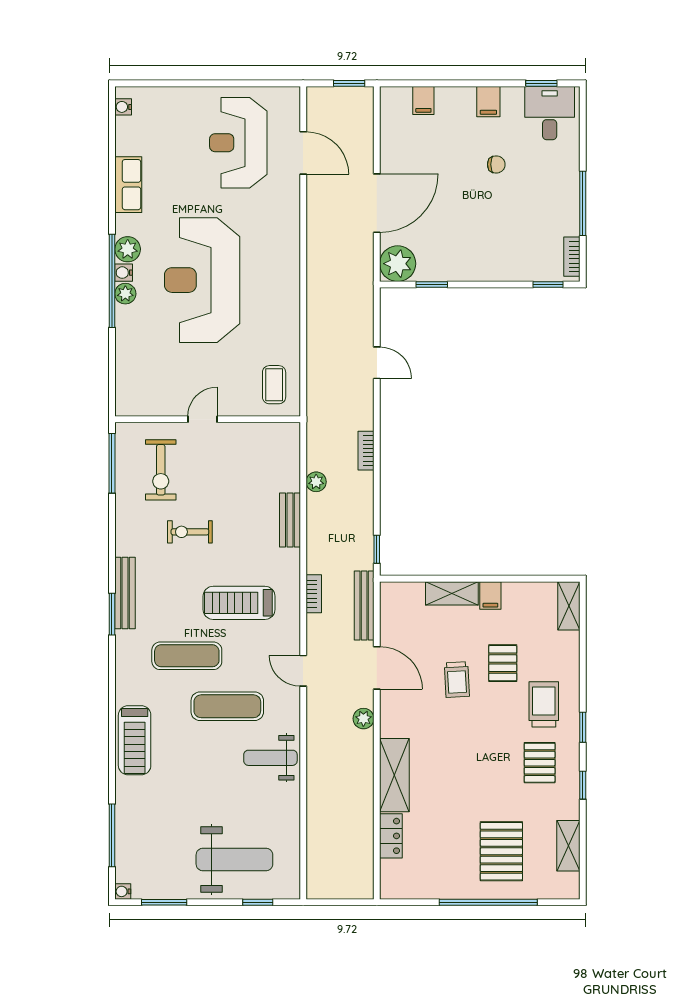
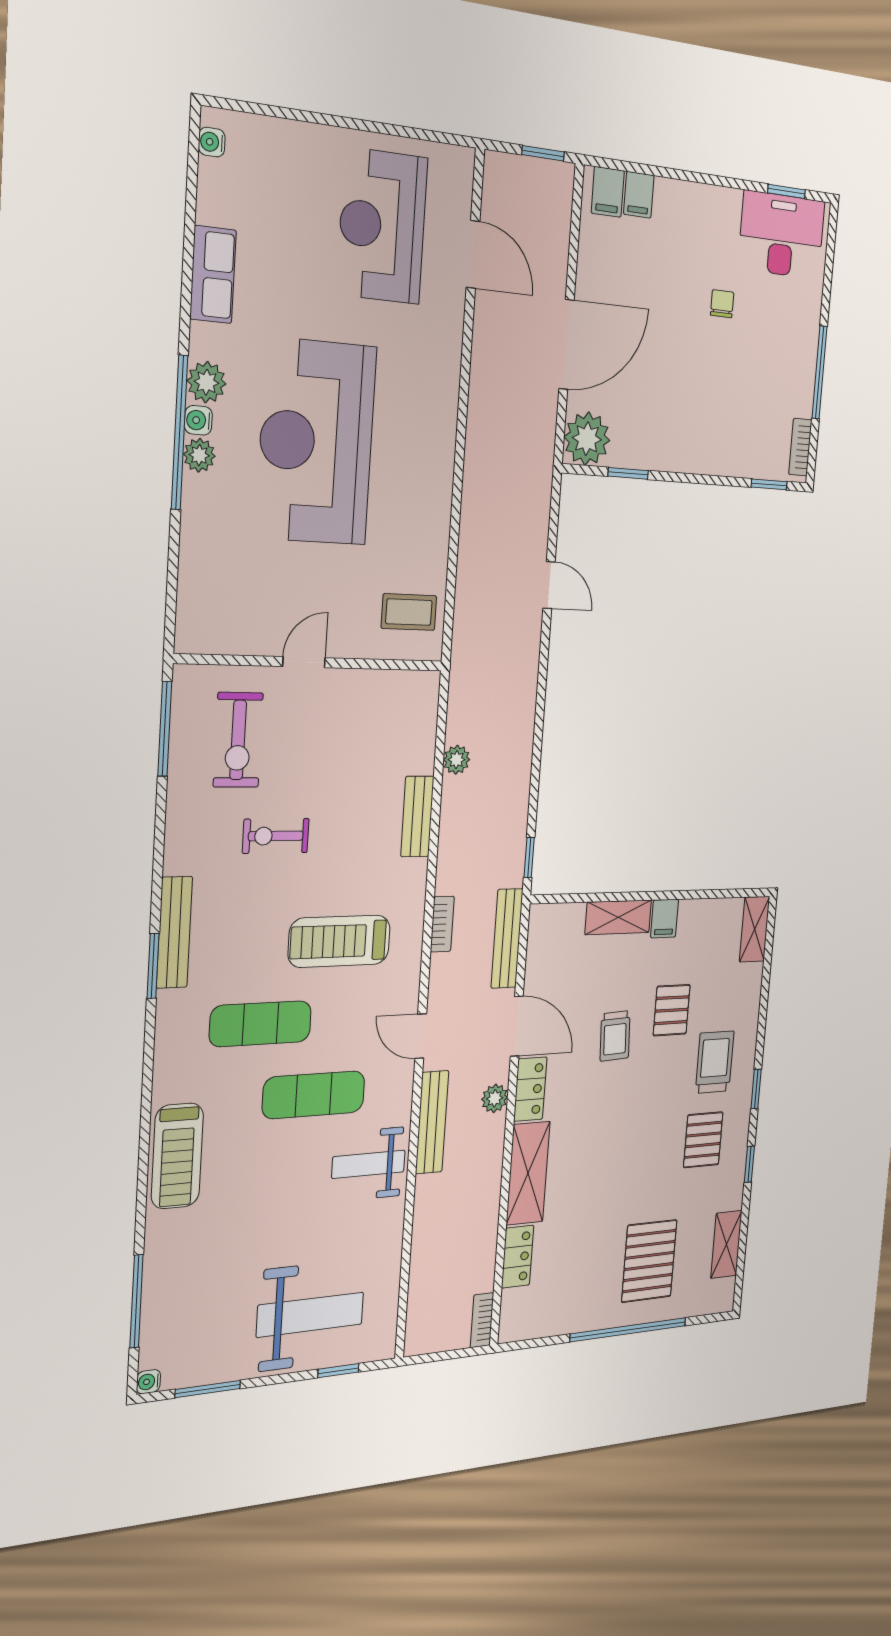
filing cabinet: (488, 102) -> (608, 192), moved
desk: (550, 113) -> (781, 235), width x1.37
chair: (496, 164) -> (722, 304), turned -90
coffee table: (274, 385) -> (409, 612), turned 90
bookcase: (366, 451) -> (482, 1320), moved
locker: (391, 714) -> (530, 1089), added
bench: (316, 732) -> (432, 1122), added

